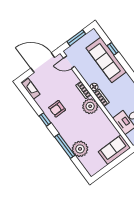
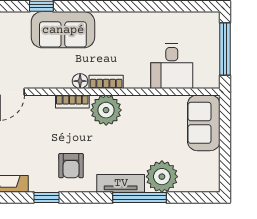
sofa: (106, 60) -> (63, 30), width x0.73
window: (45, 119) -> (46, 198), moved
tv unit: (65, 134) -> (121, 183), added

